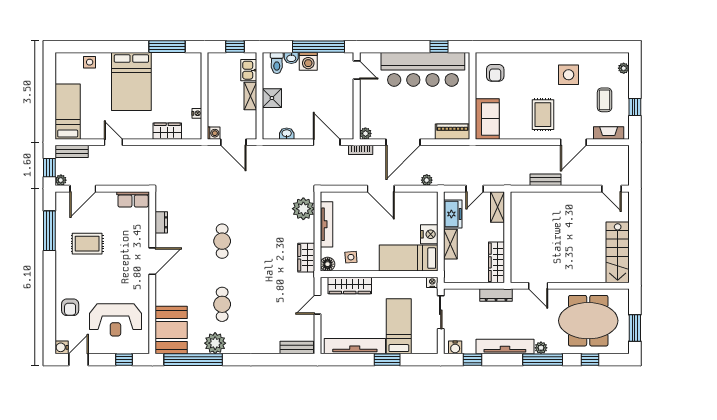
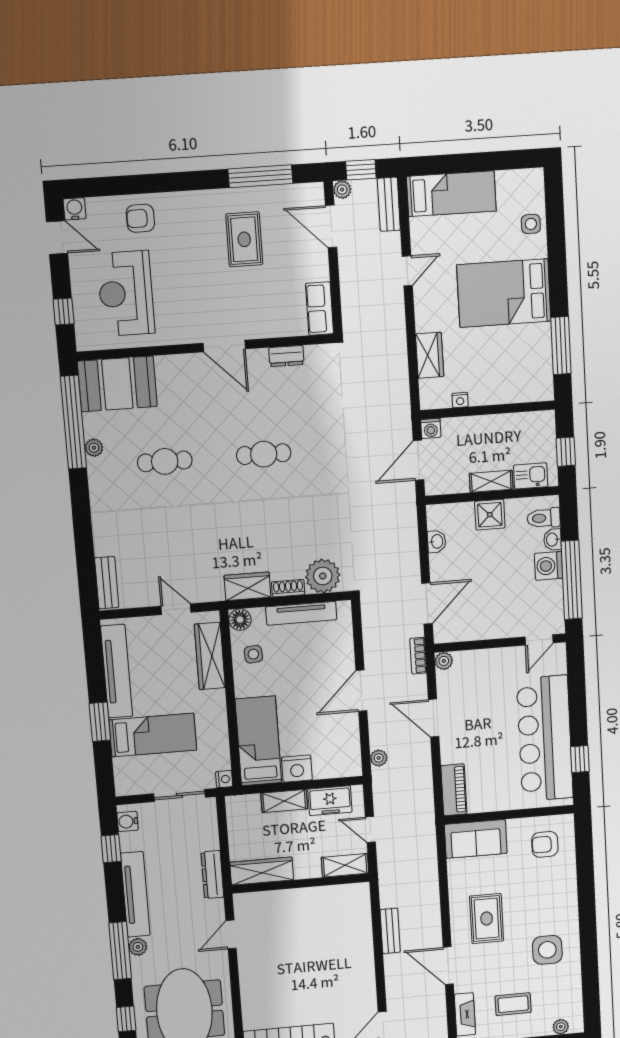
rug: (543, 115) -> (487, 919), turned 90
door: (403, 142) -> (434, 718), width x0.73
shoe rack: (310, 232) -> (288, 588), added
plant: (215, 343) -> (94, 448), width x0.53, depth x0.53

